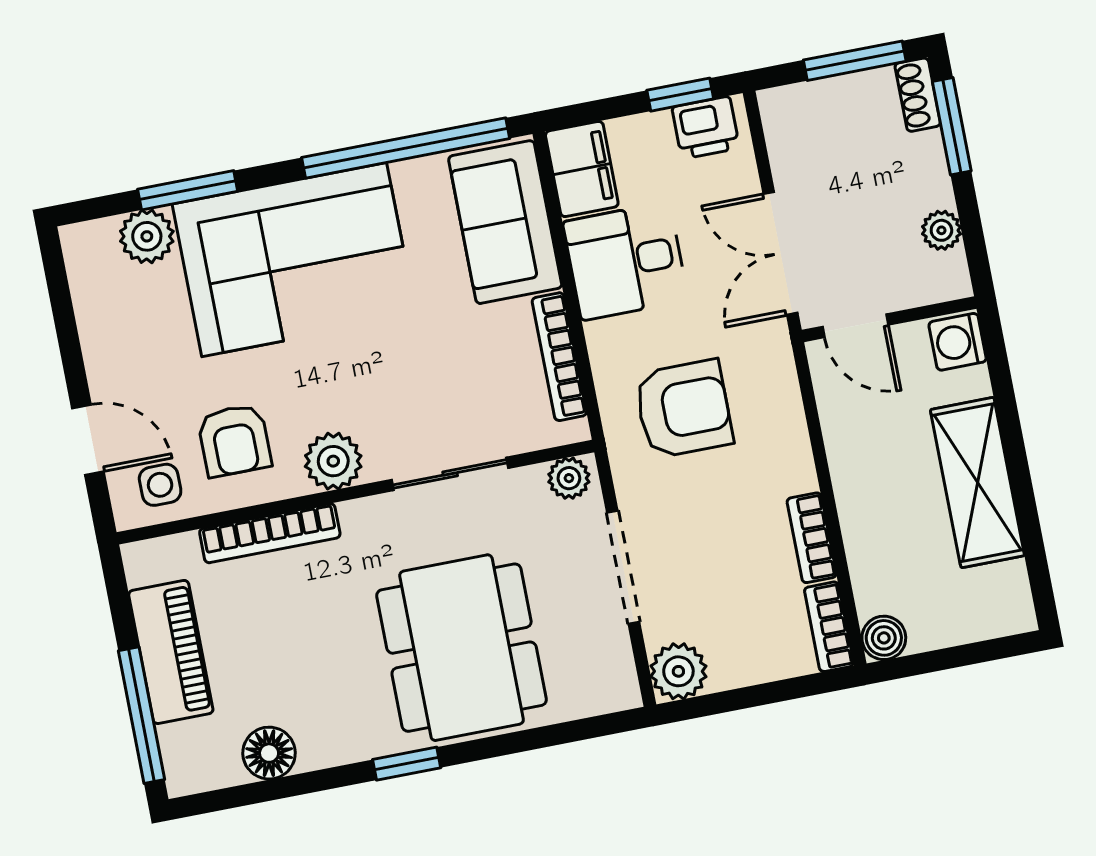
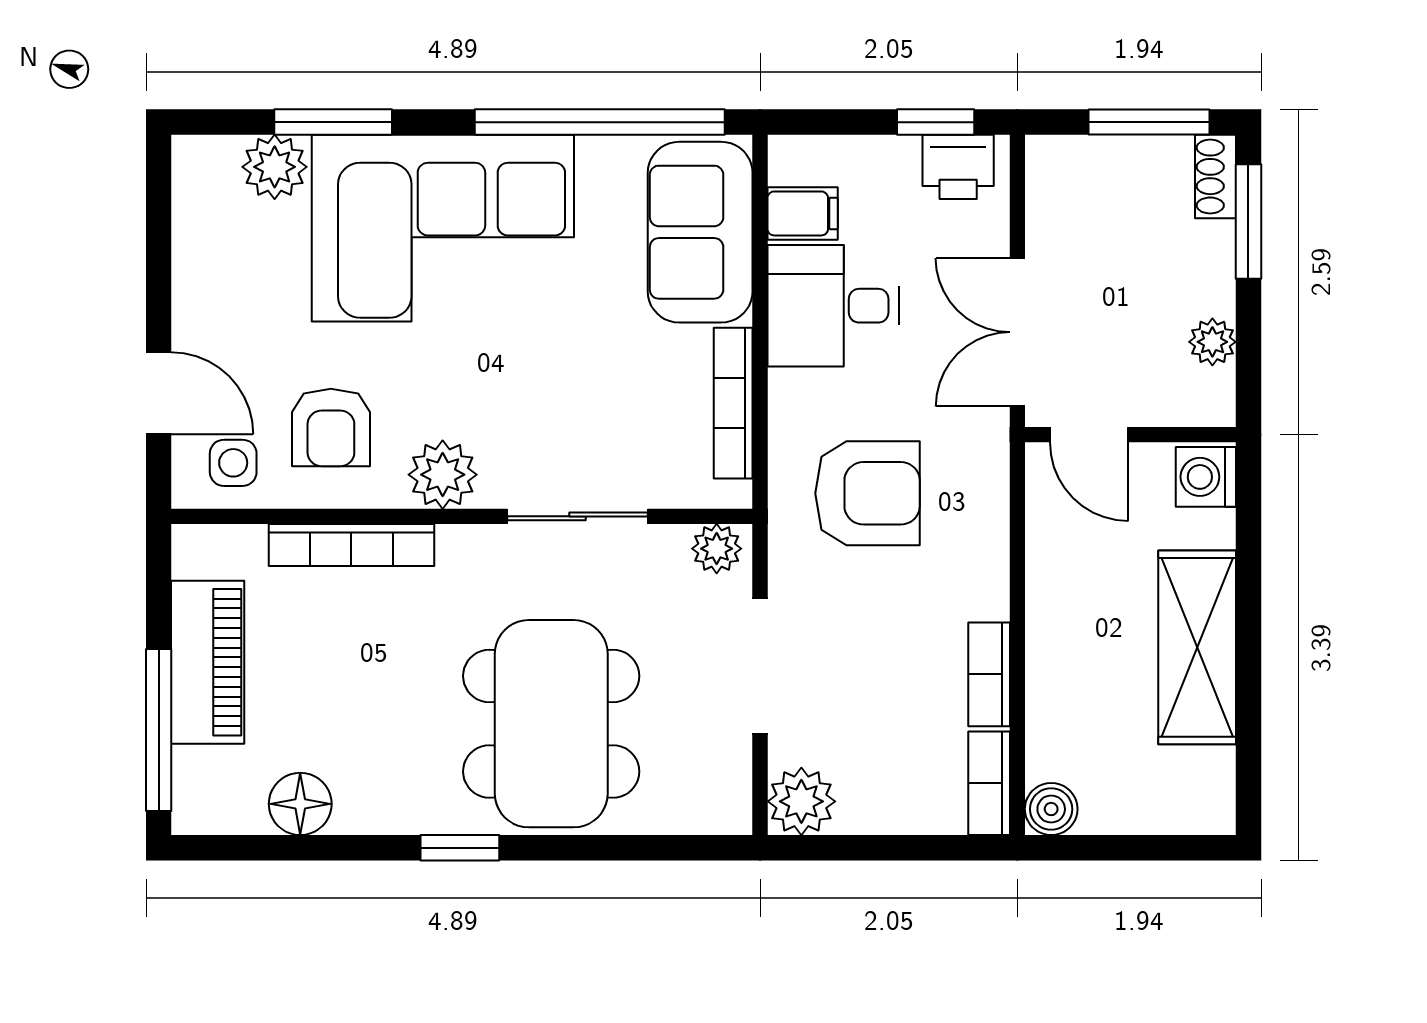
filing cabinet: (582, 169) -> (803, 213), width x0.50

